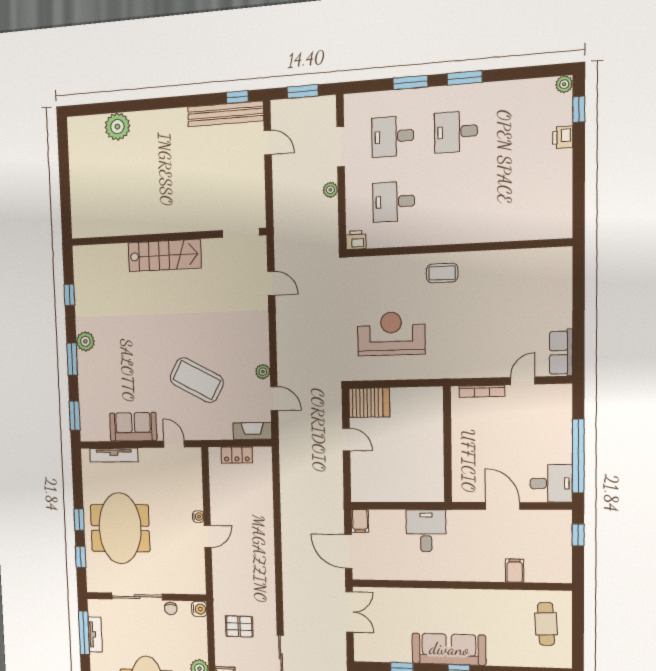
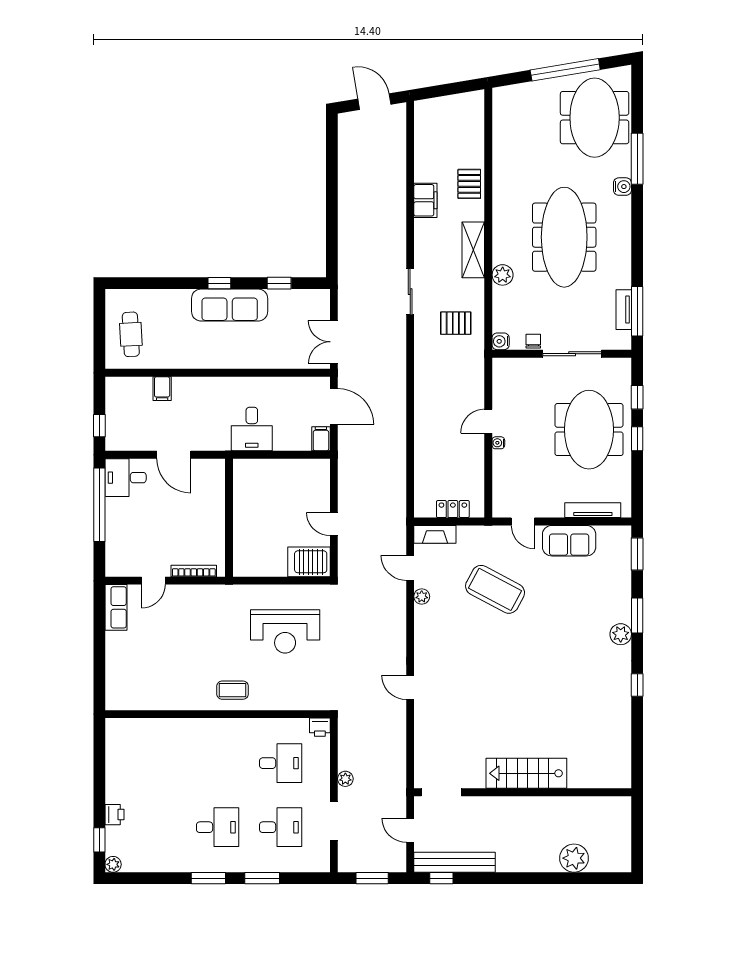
doorway: (241, 233) -> (441, 792), moved
wall: (167, 237) -> (523, 792), moved
stairs: (165, 255) -> (526, 773), moved

